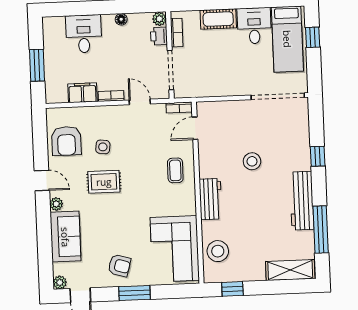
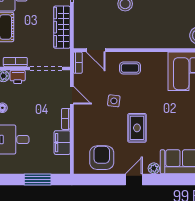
wardrobe: (221, 87) -> (62, 27), added
door: (140, 102) -> (72, 95), swing flipped
armchair: (66, 141) -> (102, 158), turned -90
side table: (103, 147) -> (114, 101), moved
workbench: (211, 199) -> (155, 40), removed

